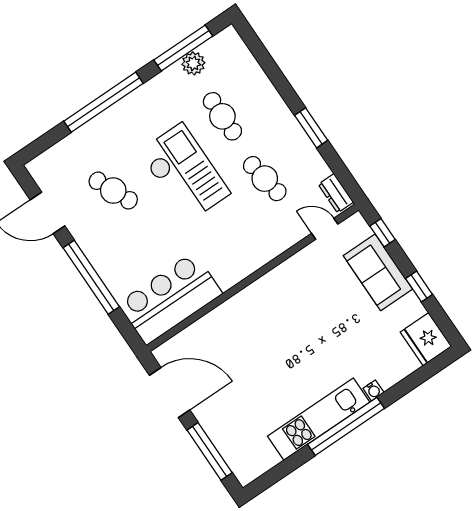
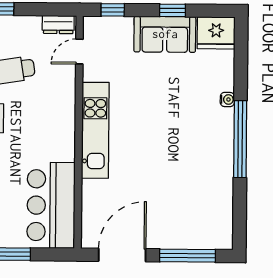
sofa: (378, 272) -> (165, 34), moved
kitchen unit: (319, 419) -> (95, 130), moved, turned 180

